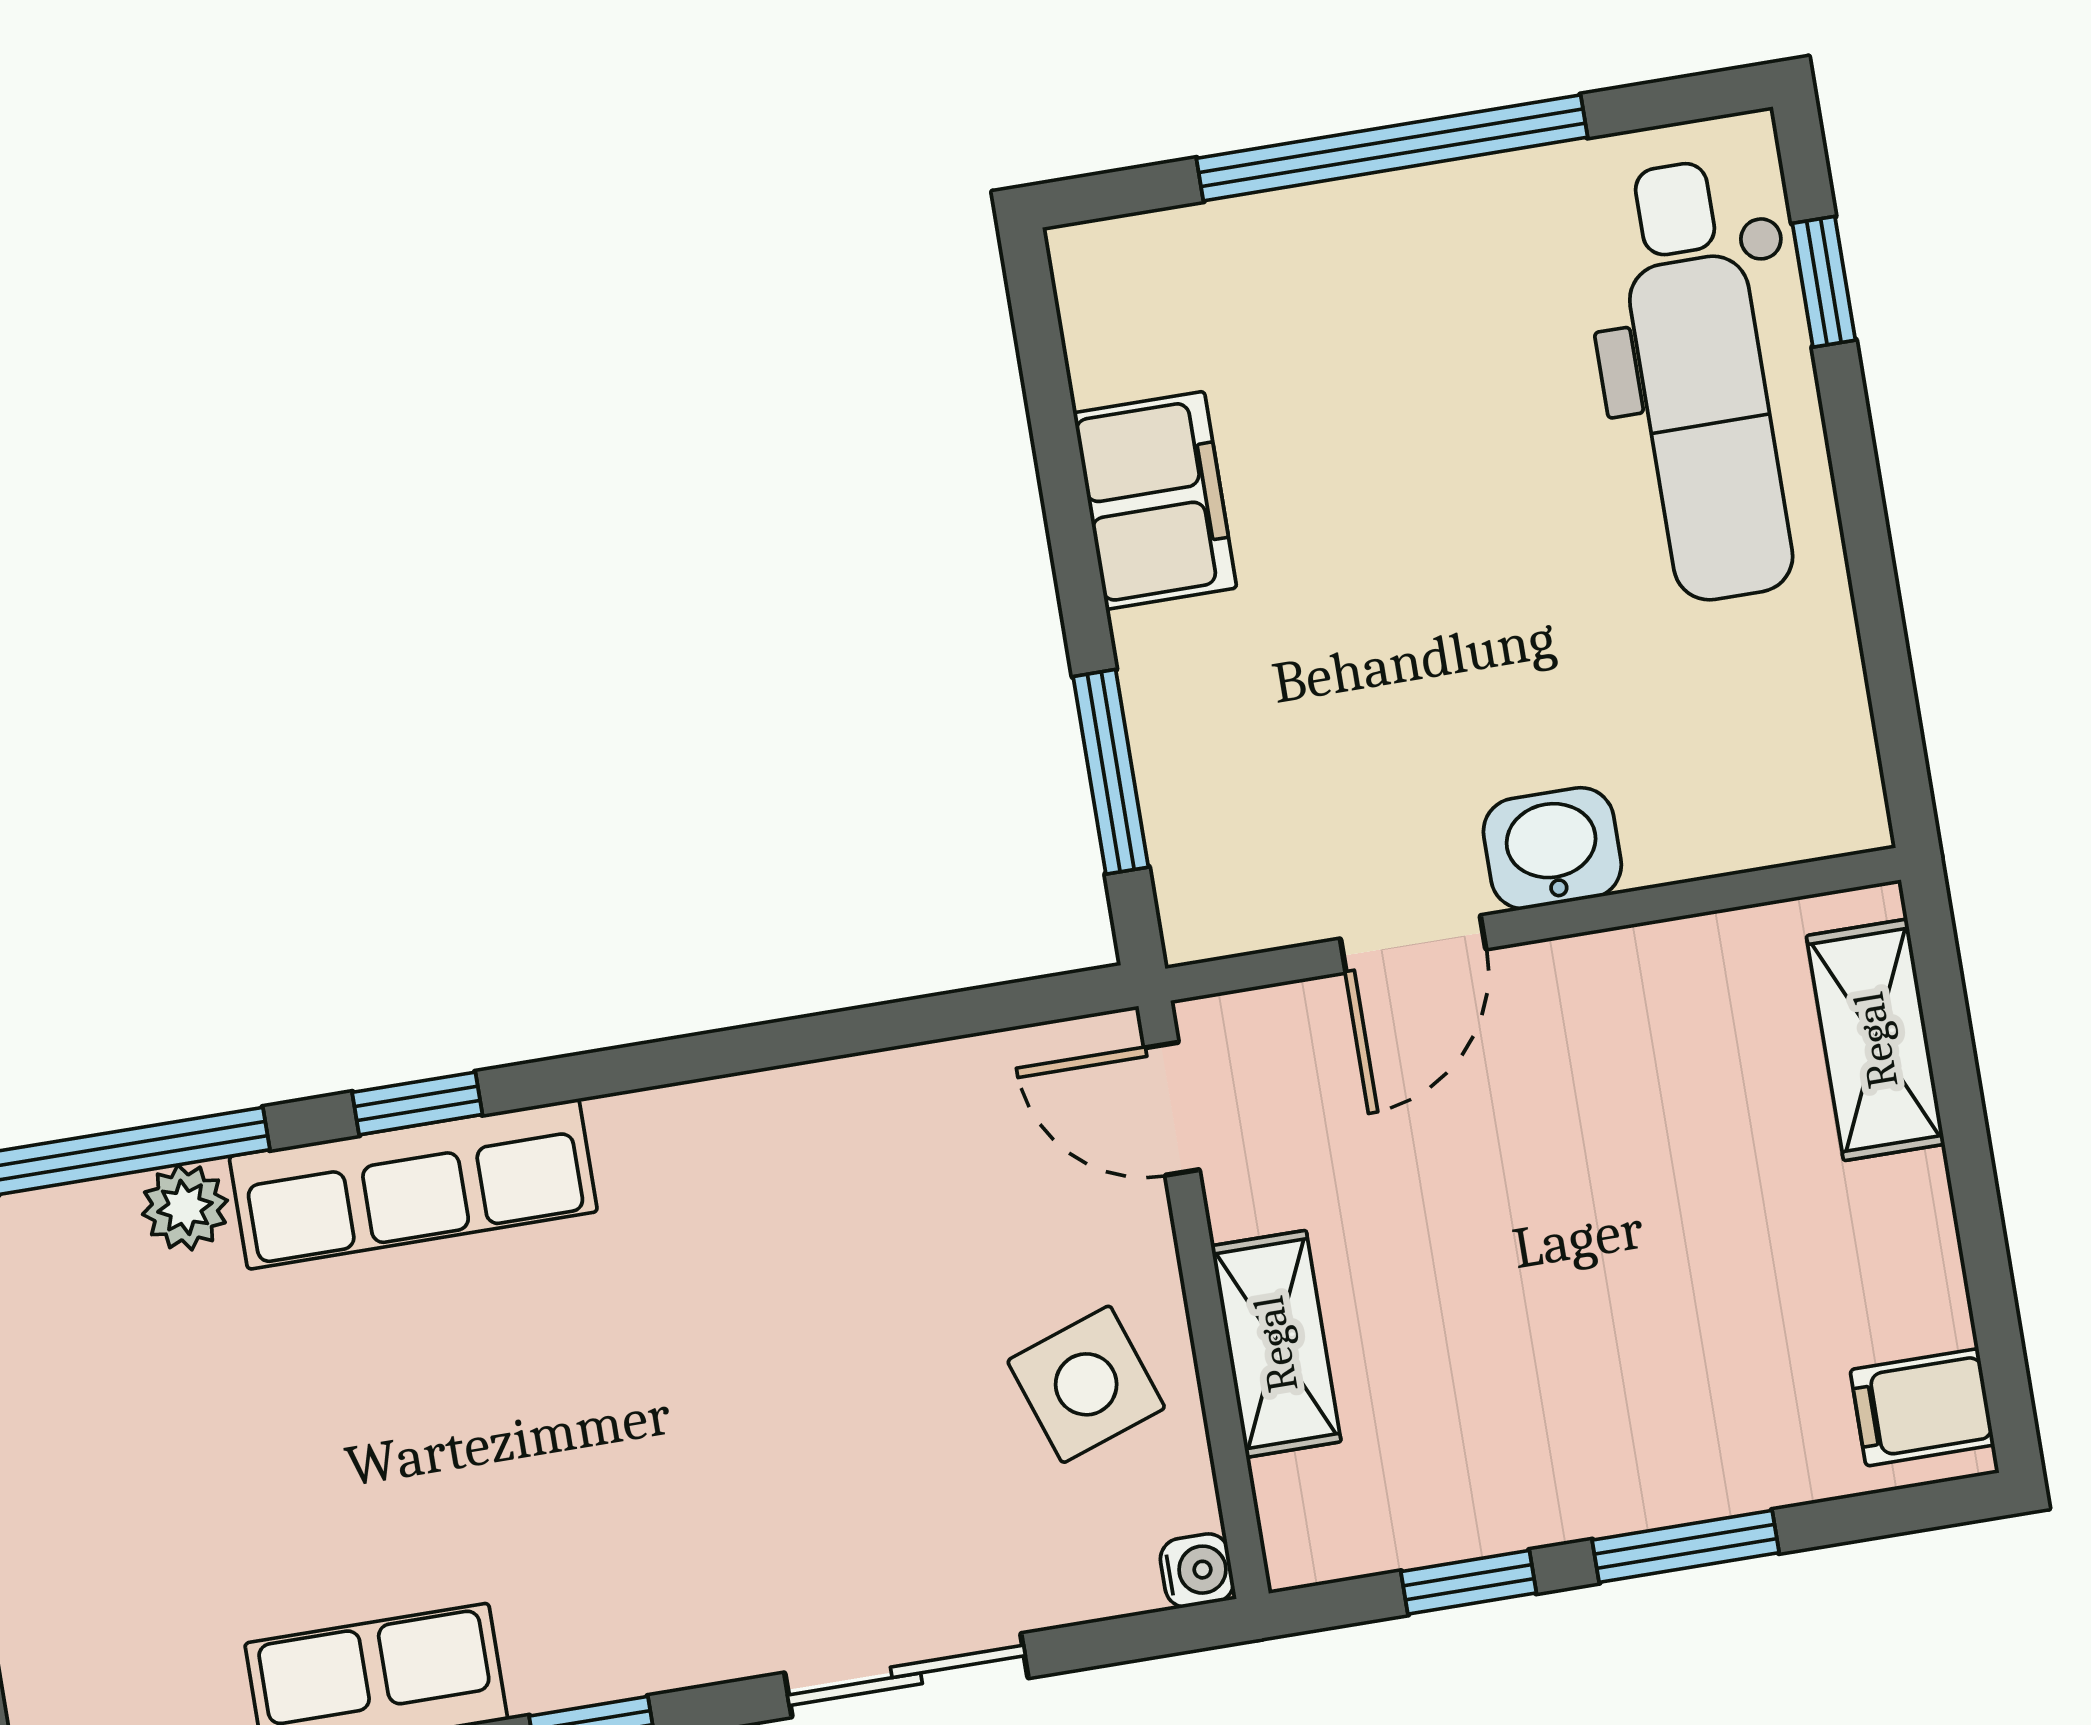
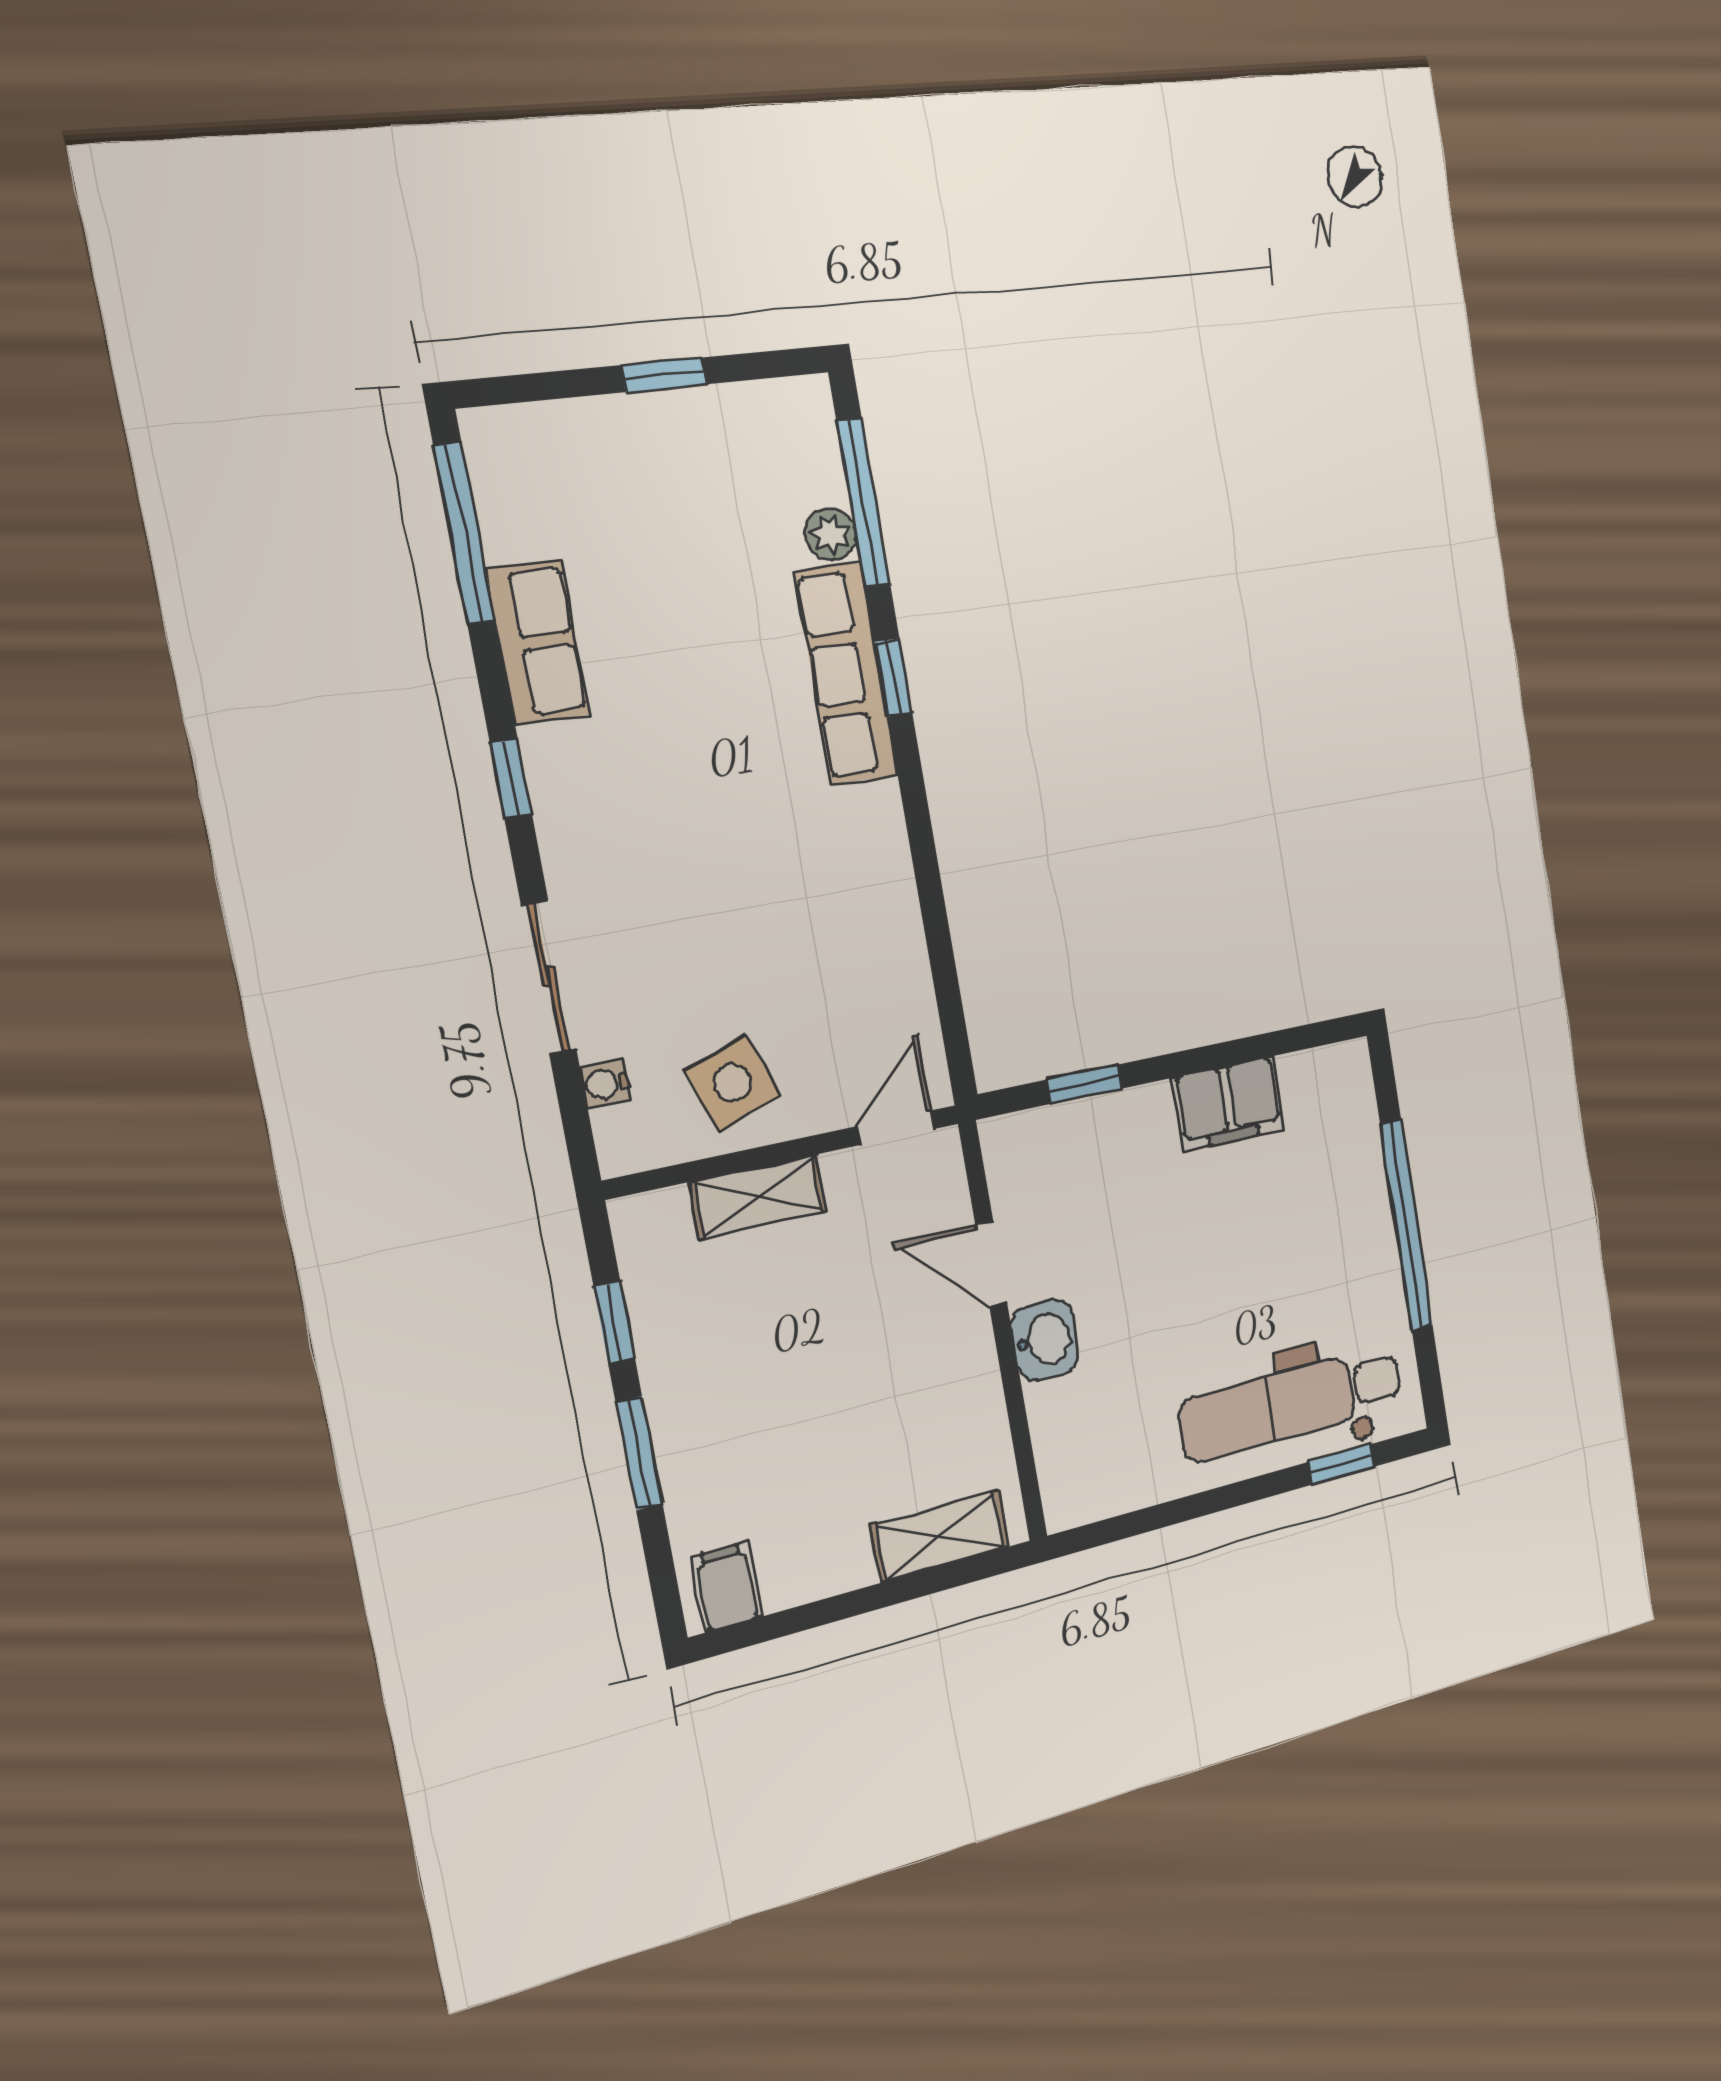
window: (1111, 772) -> (1084, 1084), width x0.67
water cooler: (1197, 1570) -> (605, 1084), moved, turned 90

